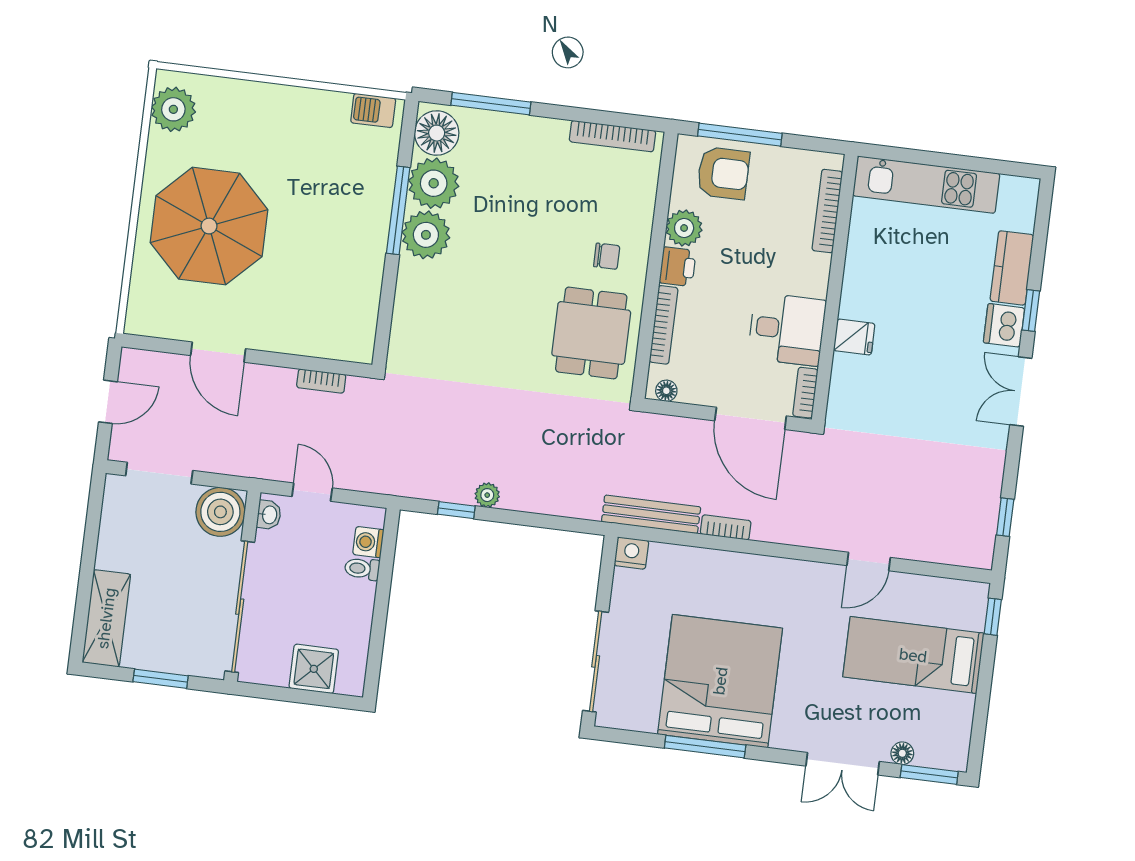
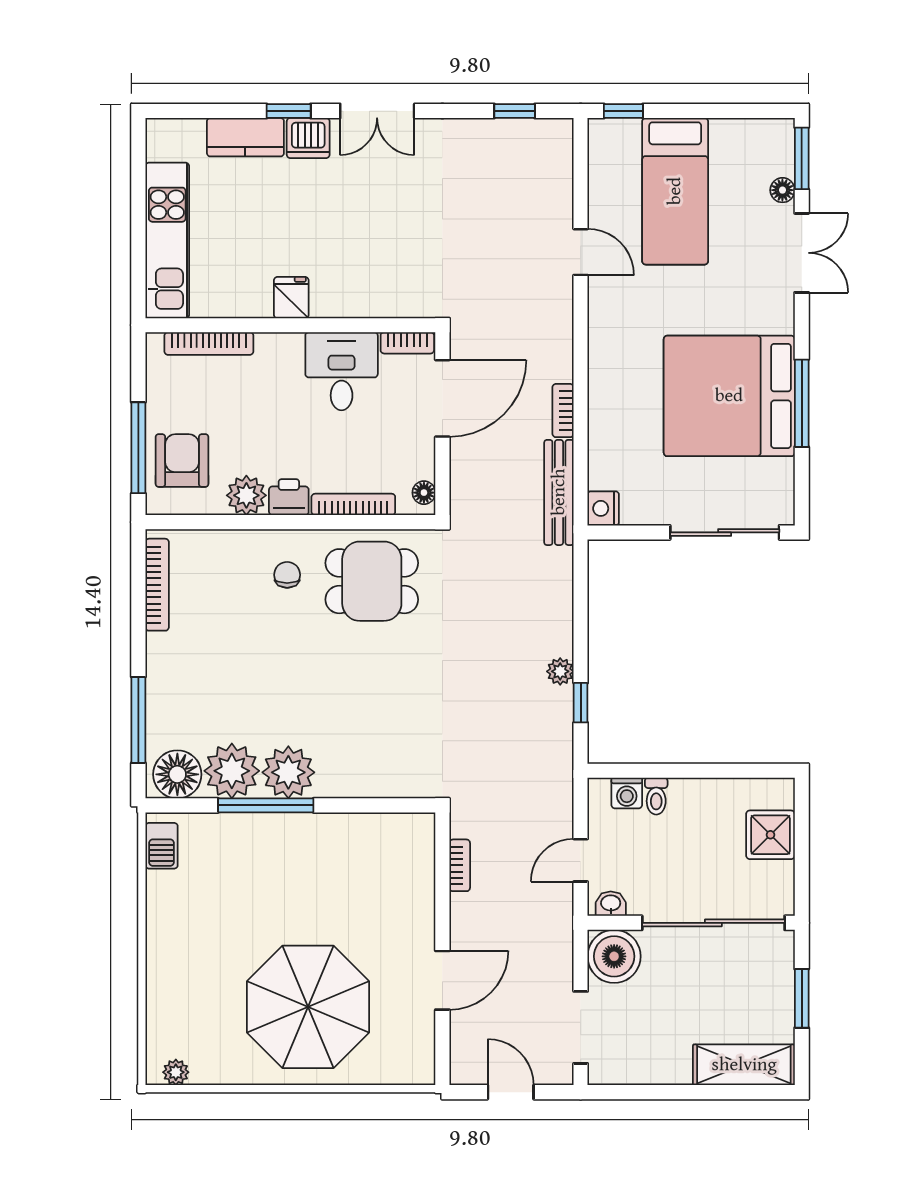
plant: (173, 109) -> (176, 1072), width x0.53, depth x0.53
fridge: (854, 337) -> (291, 298), moved

